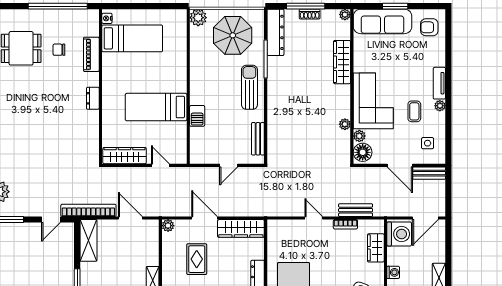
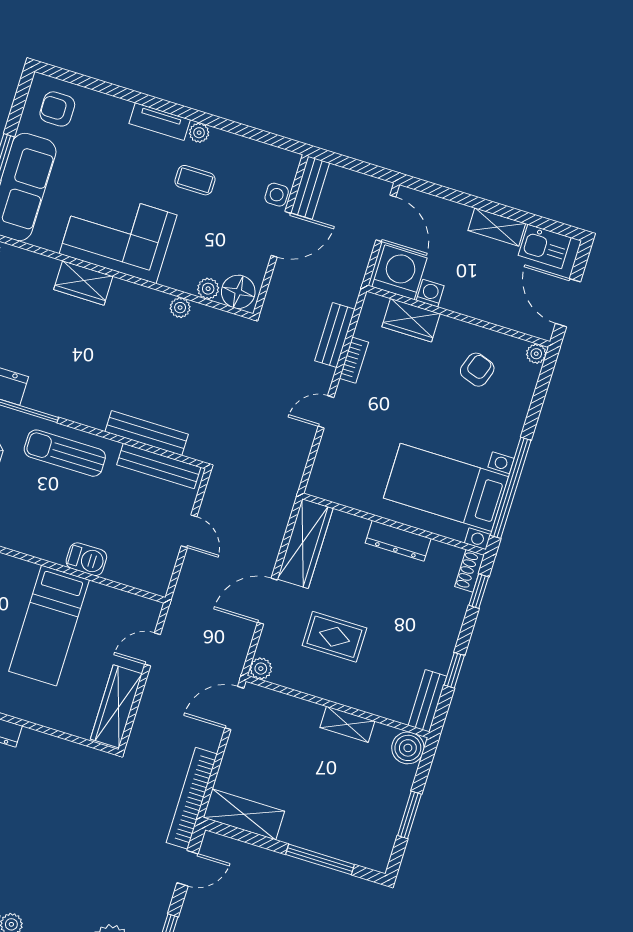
armchair: (429, 27) -> (57, 109), turned 90
wardrobe: (342, 62) -> (83, 283), width x0.67
corner sofa: (373, 101) -> (118, 234), moved
bench: (273, 127) -> (147, 433), added
bench: (258, 139) -> (159, 466), width x1.36
side table: (428, 143) -> (277, 195), moved
door: (130, 218) -> (234, 708), moved
door: (51, 219) -> (187, 868), hinge flipped
washing machine: (393, 272) -> (430, 293), moved

